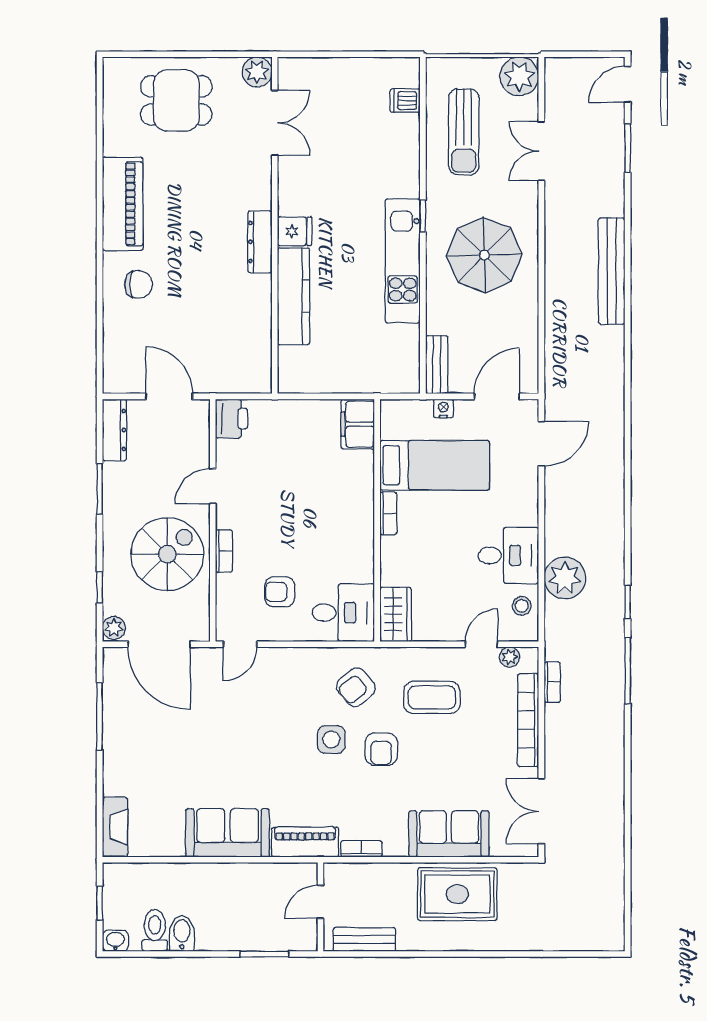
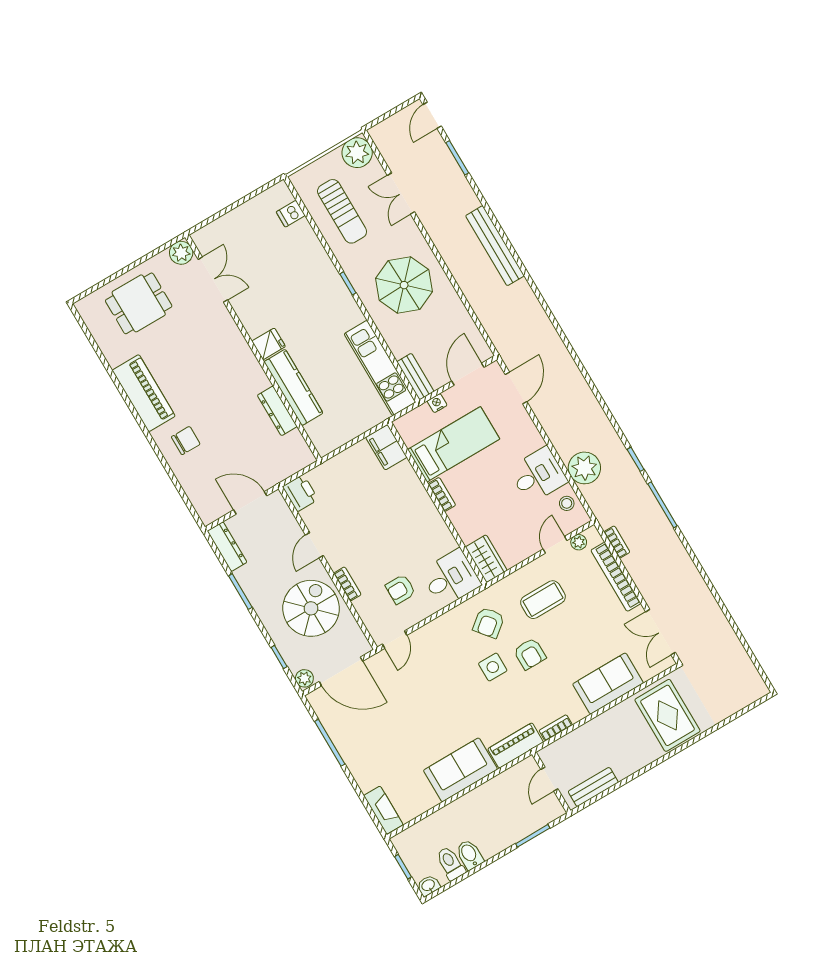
dresser: (260, 242) -> (277, 411), moved
kitchen unit: (403, 261) -> (380, 368), moved
rug: (457, 894) -> (667, 715), moved, turned 90

